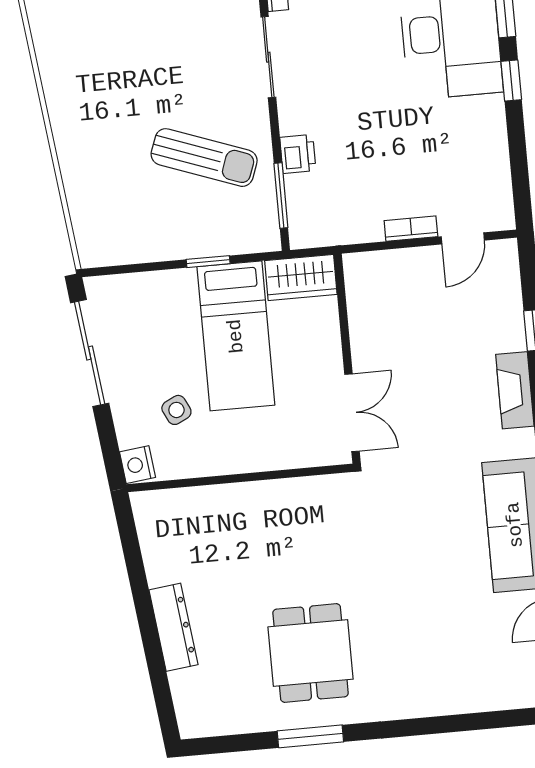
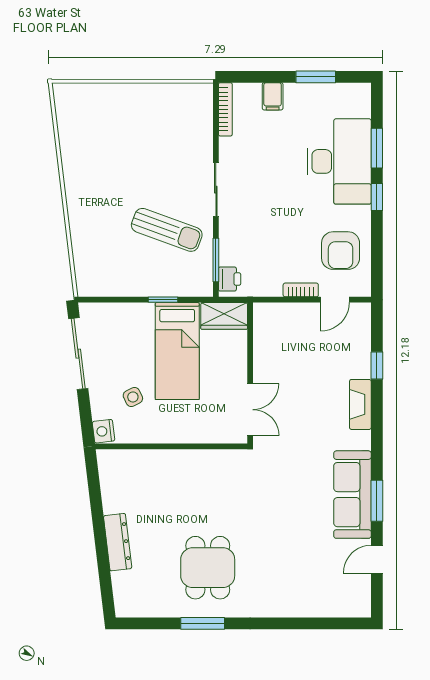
sliding door: (268, 57) -> (216, 190), moved
printer: (298, 154) -> (230, 279), moved
armchair: (465, 165) -> (341, 251), added

